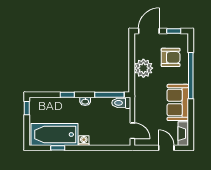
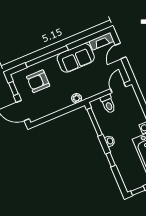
armchair: (171, 57) -> (38, 81), turned -90
plant: (143, 68) -> (77, 98), moved, width x0.53, depth x0.53
toilet: (121, 103) -> (108, 104), moved

